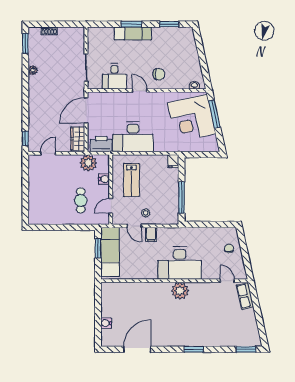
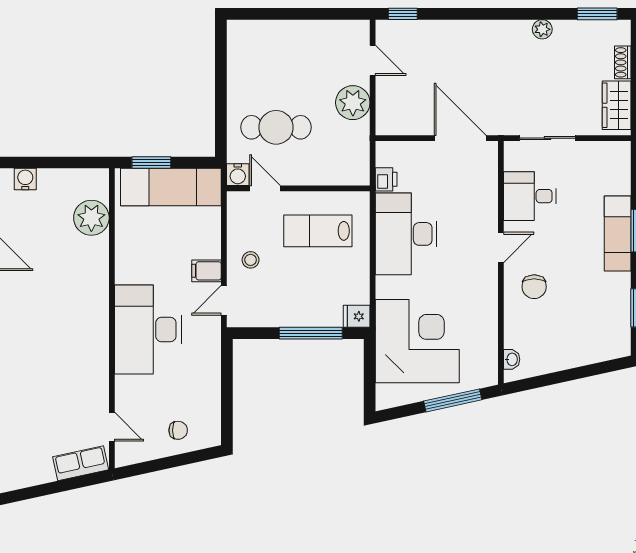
corner desk: (192, 118) -> (417, 341), moved, turned 102
wardrobe: (78, 139) -> (617, 105), moved, turned -90
printer: (101, 144) -> (386, 179), width x0.53, depth x0.68
plant: (88, 163) -> (353, 103), moved
water cooler: (104, 179) -> (238, 175), moved
window: (182, 198) -> (311, 333), moved
cafe table: (81, 200) -> (276, 127), width x1.37, depth x1.35
door: (134, 226) -> (224, 300), moved
window: (98, 248) -> (151, 163), moved
door: (227, 281) -> (112, 427), hinge flipped
plant: (180, 291) -> (91, 218), moved

